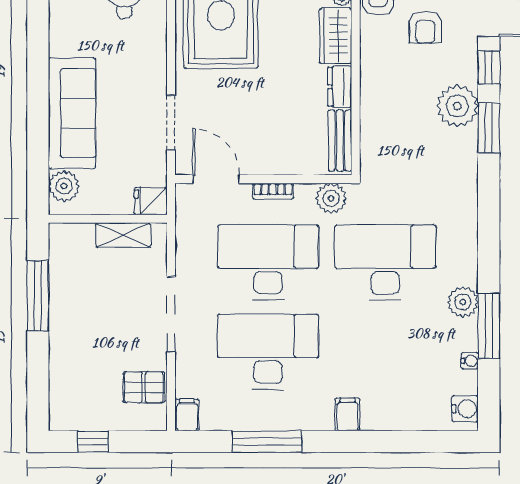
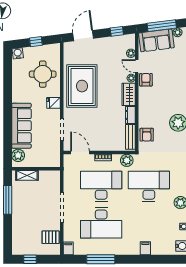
armchair: (425, 27) -> (147, 135), moved
fridge: (151, 201) -> (53, 103), moved
shelving: (123, 235) -> (27, 175), moved
desk: (268, 352) -> (101, 223), turned 180
filing cabinet: (348, 414) -> (145, 248), moved

